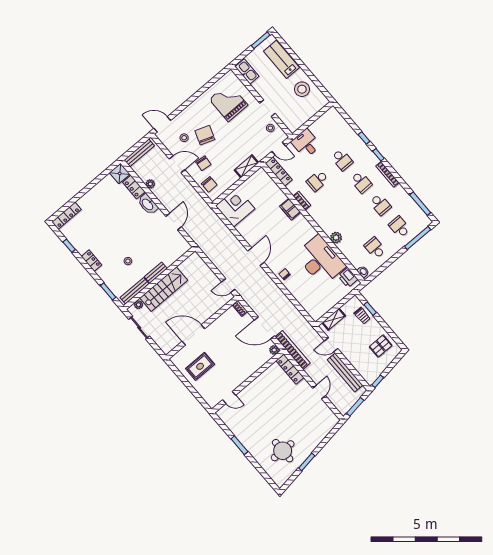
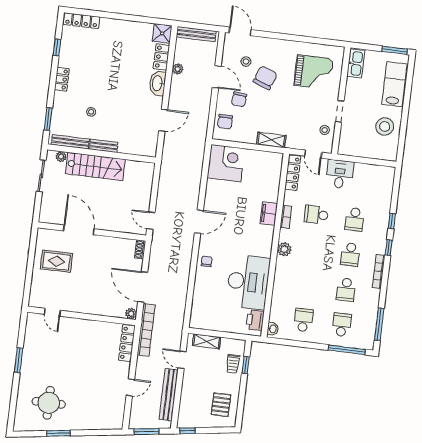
grand piano: (229, 102) -> (314, 72), turned 90
plant: (336, 238) -> (284, 249), moved
pallet: (381, 346) -> (221, 405), turned 90

